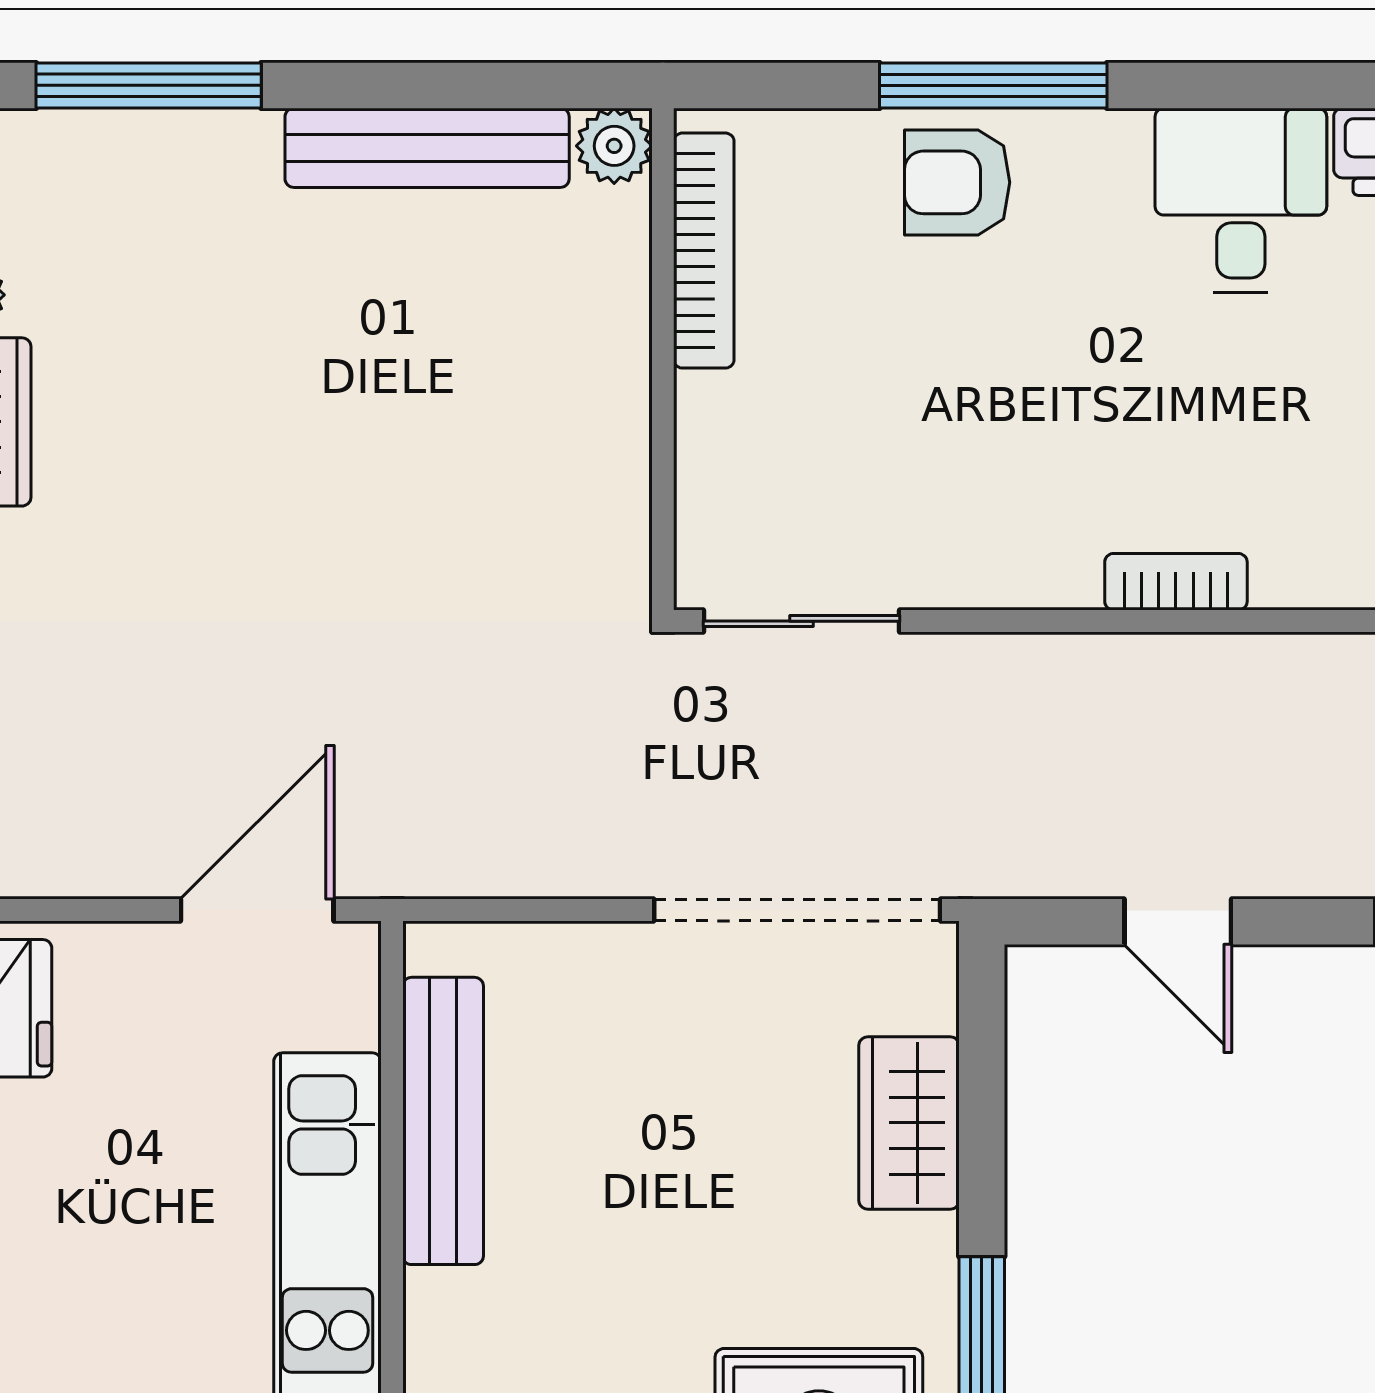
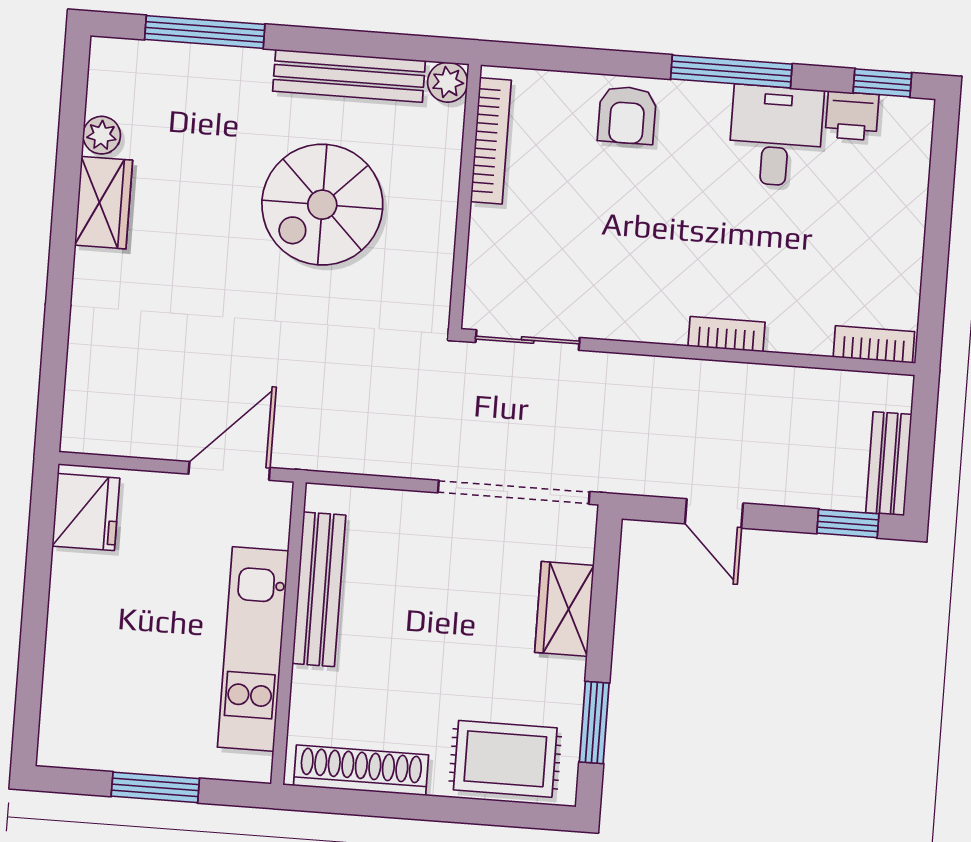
window: (993, 85) -> (731, 72), moved
armchair: (957, 182) -> (627, 115), turned -90
spiral stairs: (395, 395) -> (322, 205), added

